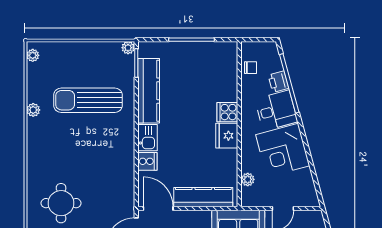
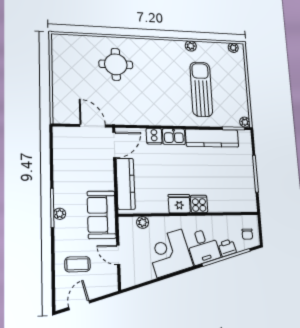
chair: (251, 68) -> (247, 234), moved

